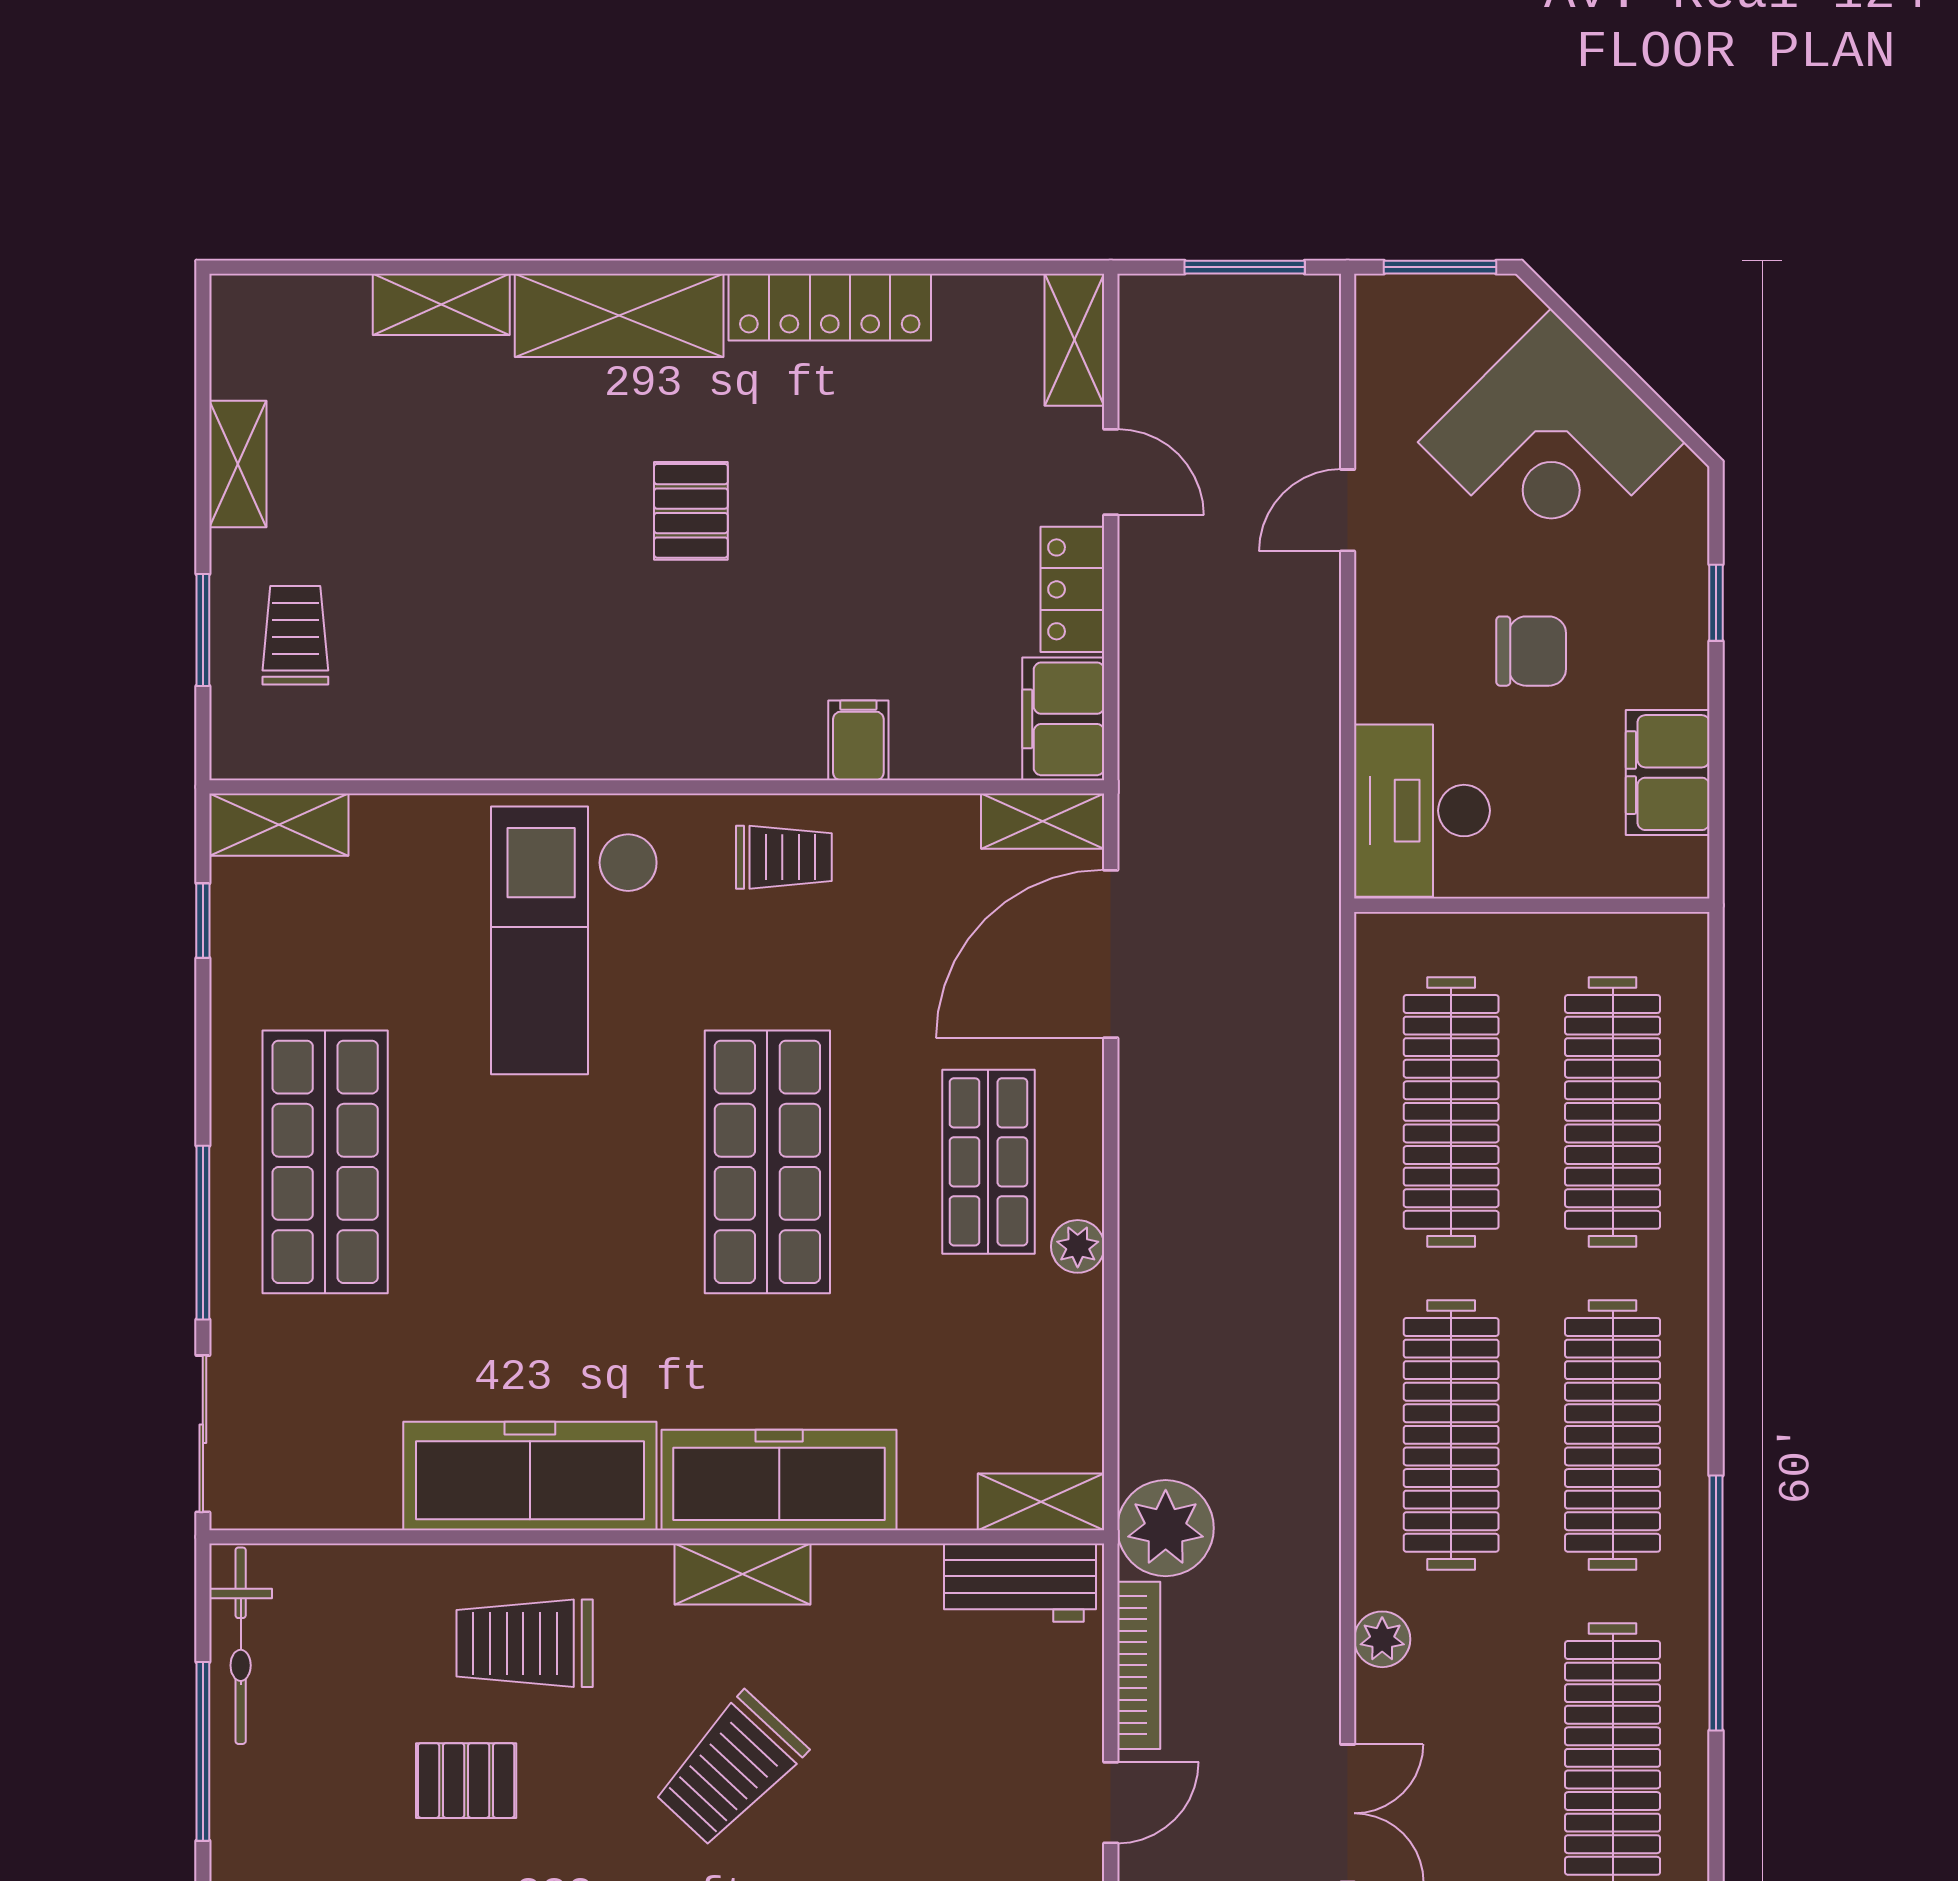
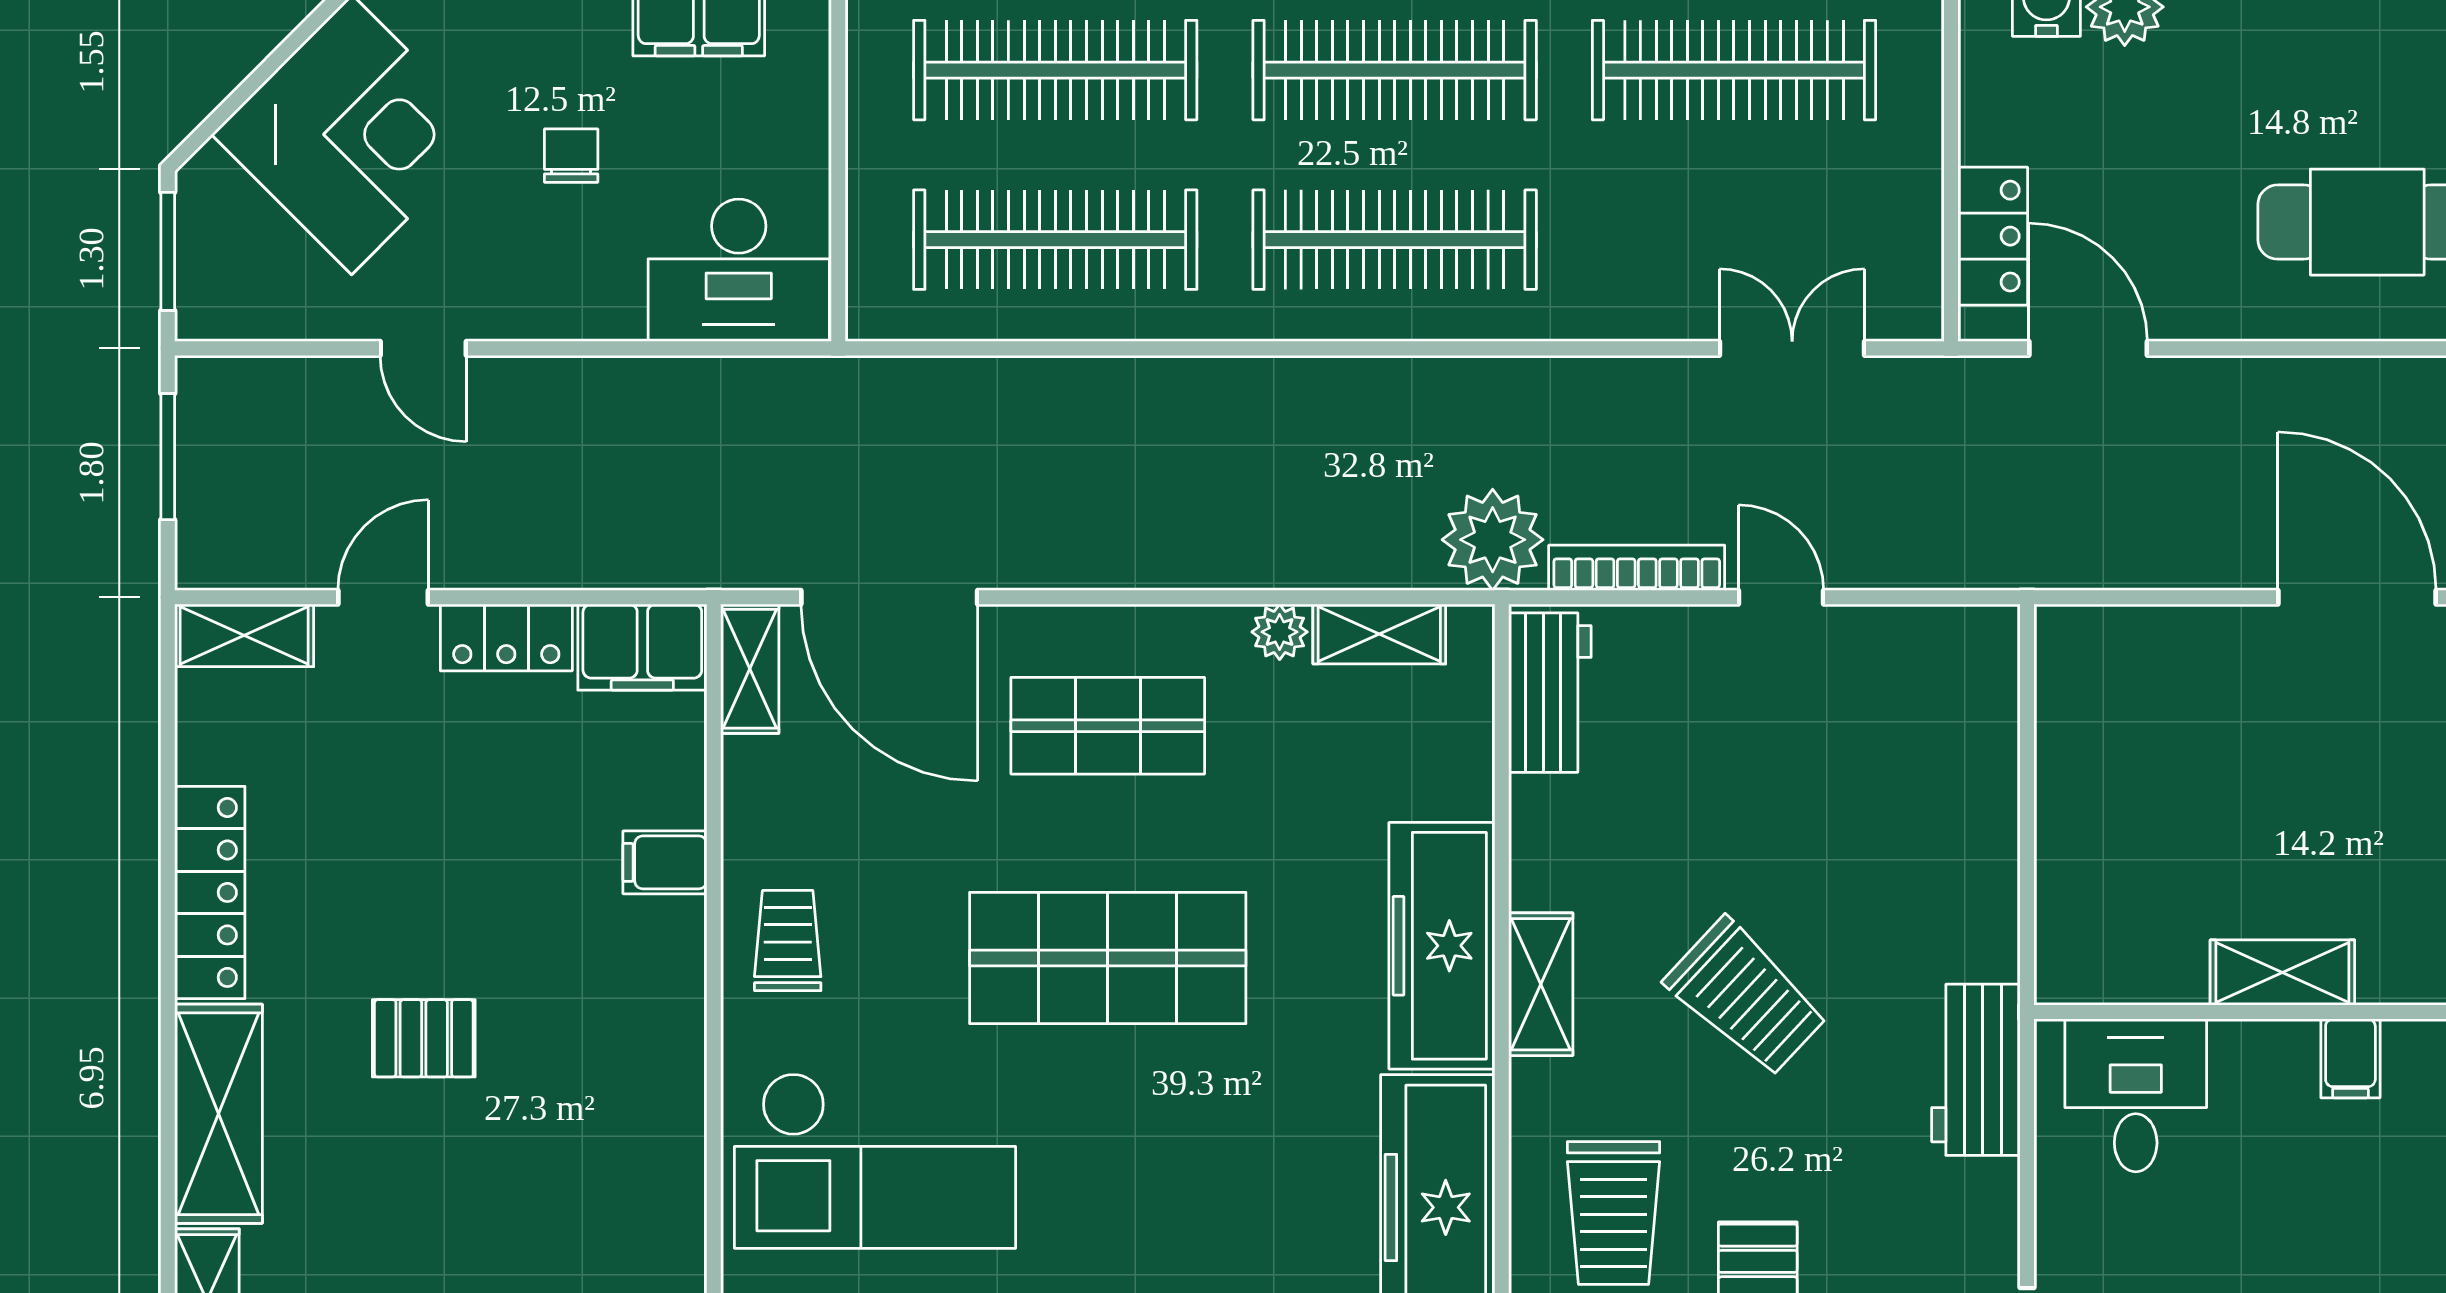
chair: (1531, 651) -> (571, 156), width x0.73, depth x0.73
plant: (1078, 1246) -> (1280, 632), moved
shelving: (1041, 1502) -> (1379, 634), moved, turned 90
plant: (1382, 1639) -> (1609, 312), removed

